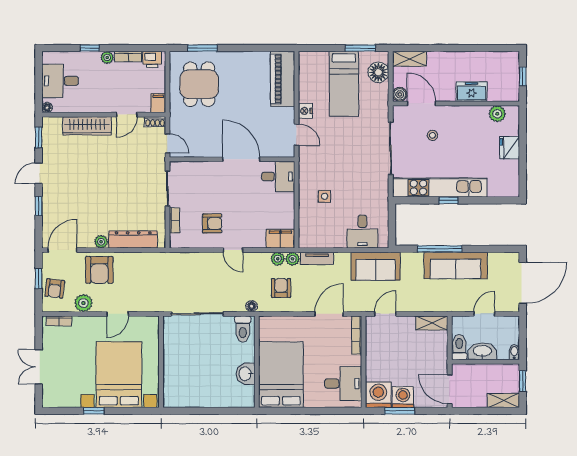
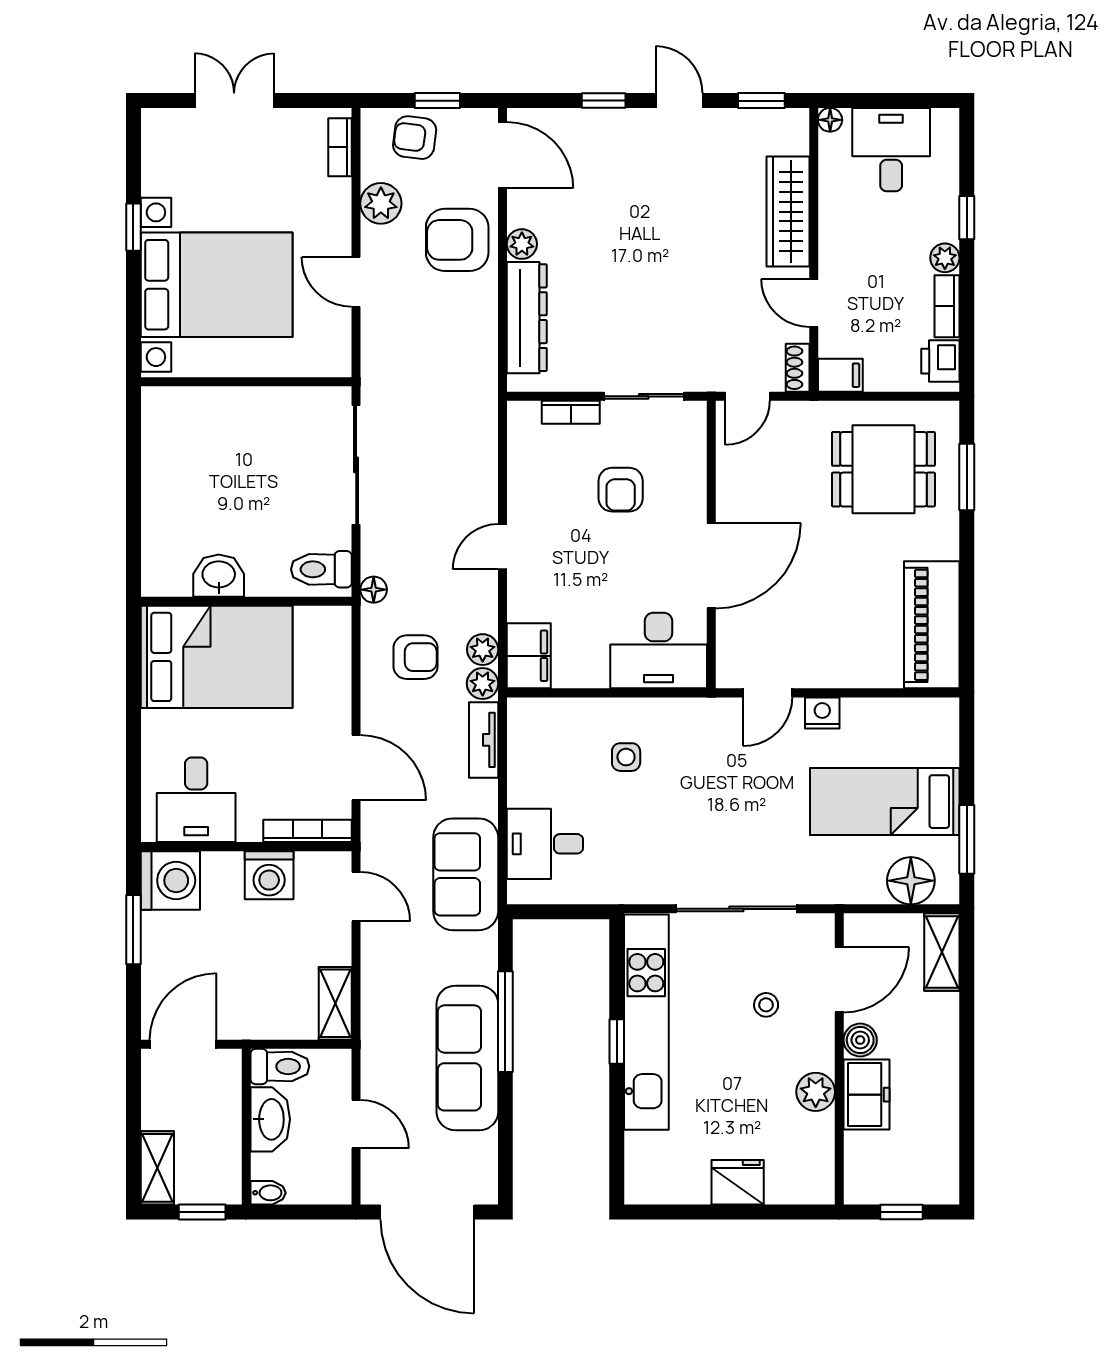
piano: (283, 79) -> (932, 625), moved, turned -90
boiler: (400, 94) -> (860, 1040), moved
plant: (497, 114) -> (816, 1092), moved
desk: (278, 176) -> (659, 651), width x1.37
armchair: (212, 223) -> (621, 490), moved
washing machine: (403, 397) -> (269, 875), moved, turned 90

